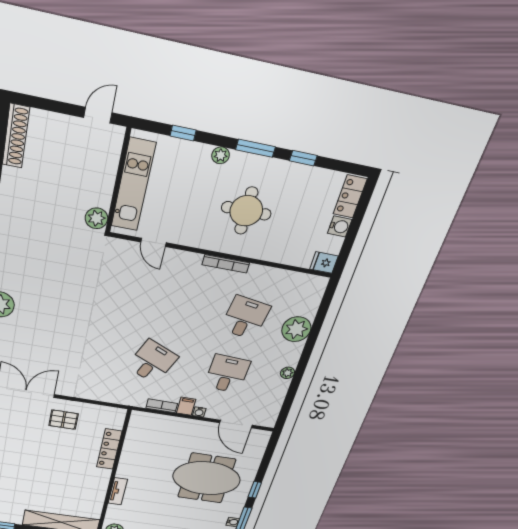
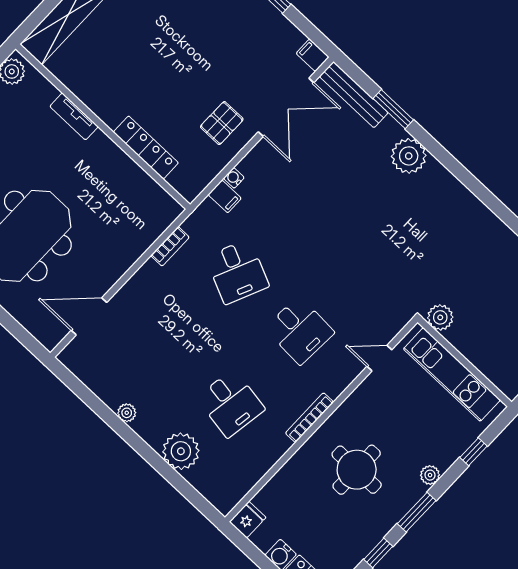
desk: (227, 374) -> (300, 330), moved
filing cabinet: (186, 406) -> (225, 196), moved
water cooler: (199, 412) -> (234, 178), moved

